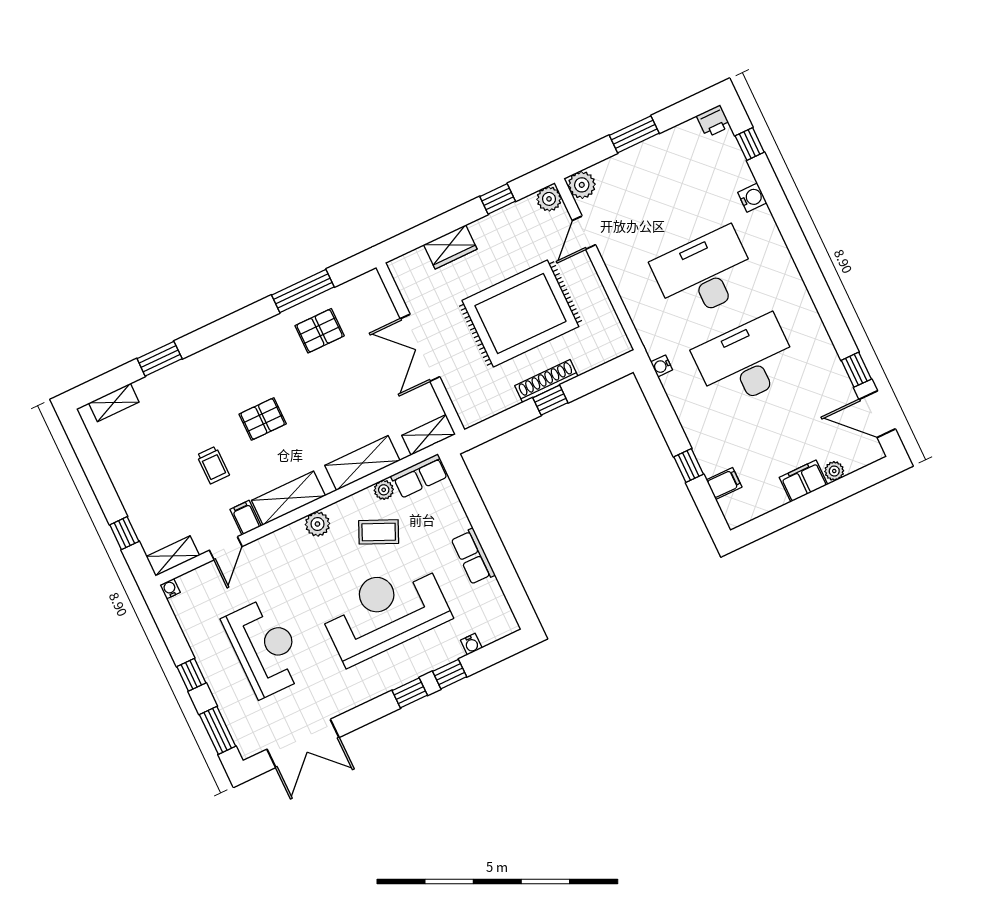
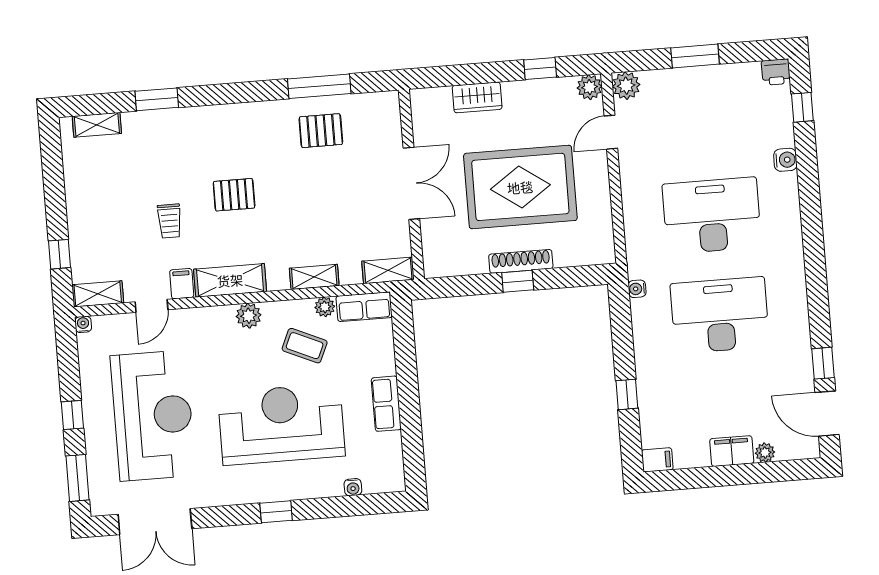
double door: (420, 348) -> (411, 183), swing flipped
shelving: (362, 463) -> (314, 277), width x0.67, depth x0.75
filing cabinet: (724, 483) -> (657, 460), moved
reception desk: (265, 648) -> (153, 416), width x1.36, depth x1.30
window: (450, 674) -> (321, 508), removed

